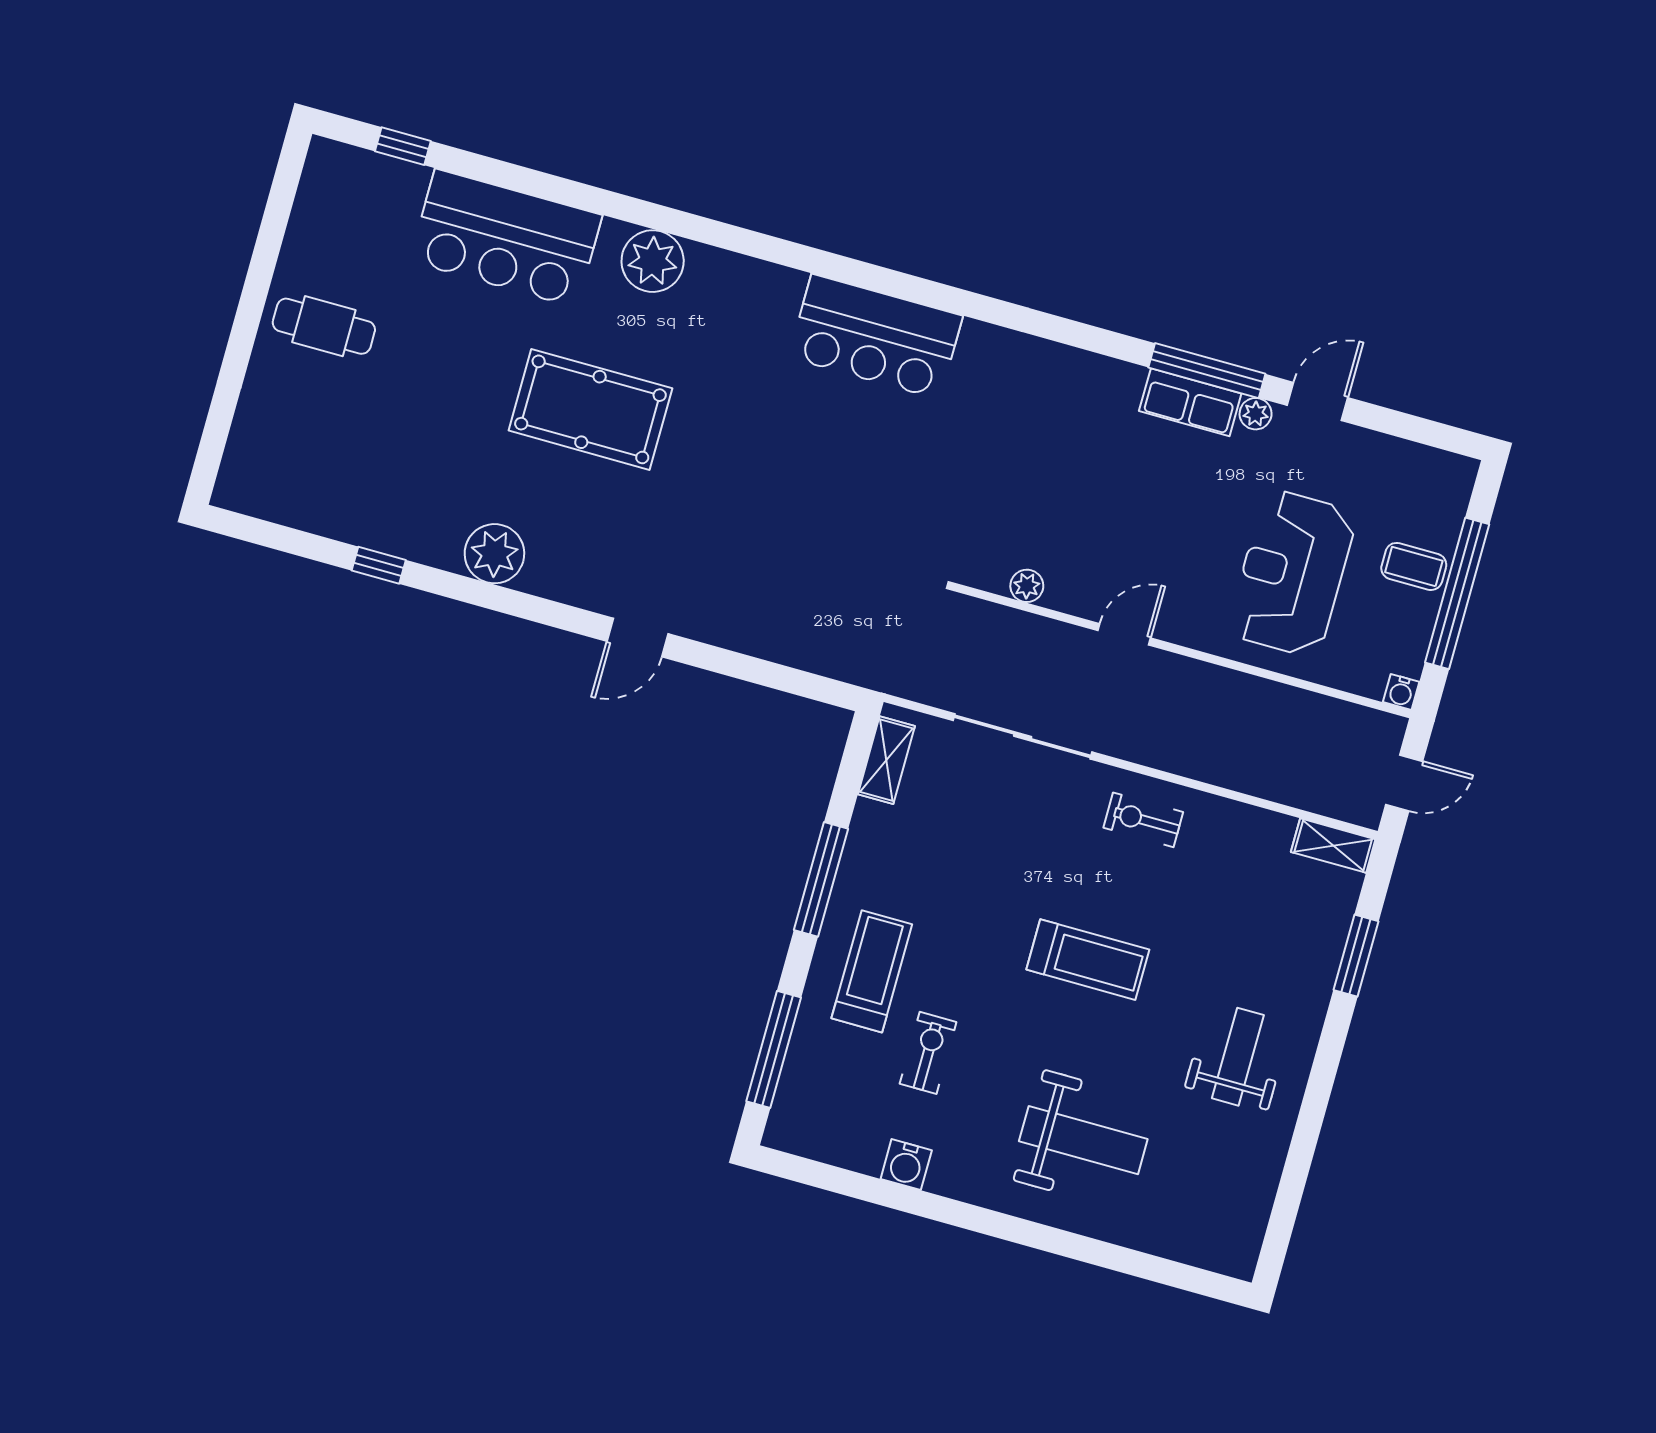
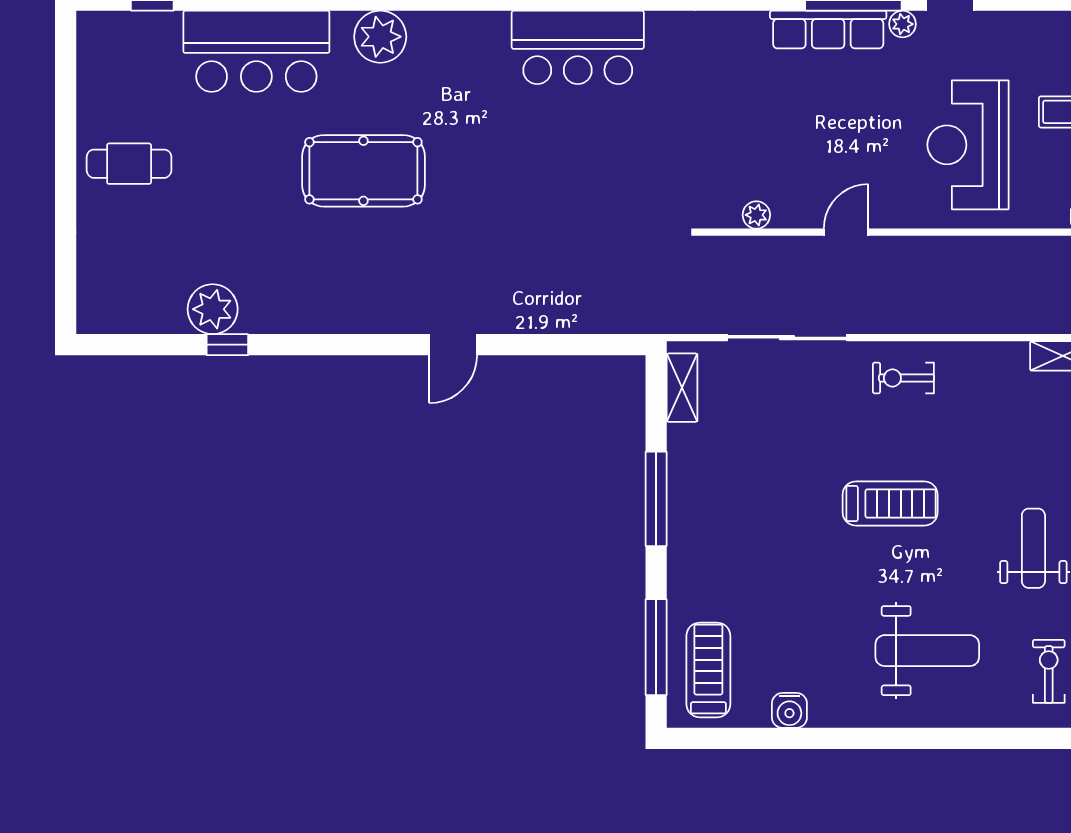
row of seats: (1190, 402) -> (828, 30), width x1.48
plant: (494, 554) -> (213, 309), moved
treadmill: (872, 971) -> (708, 670), moved
exercise bike: (928, 1053) -> (1049, 671), moved

